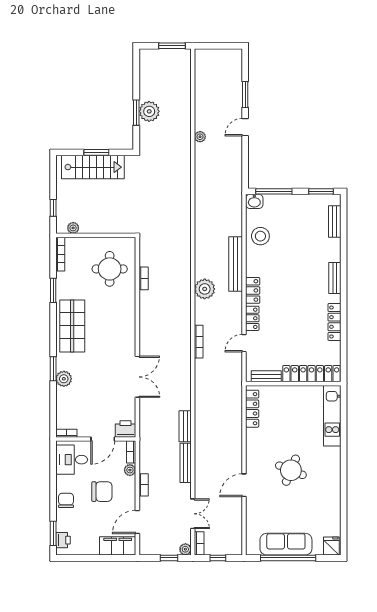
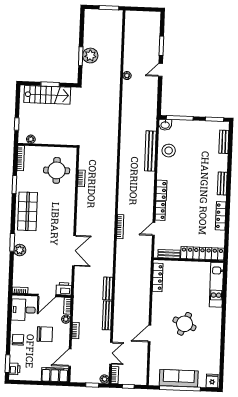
bench: (236, 264) -> (150, 151), moved
plant: (205, 289) -> (126, 188), removed

